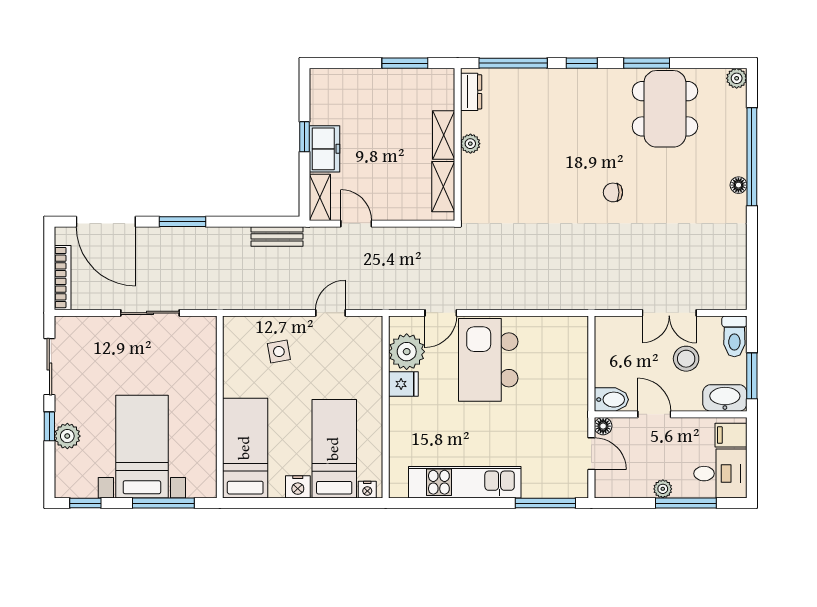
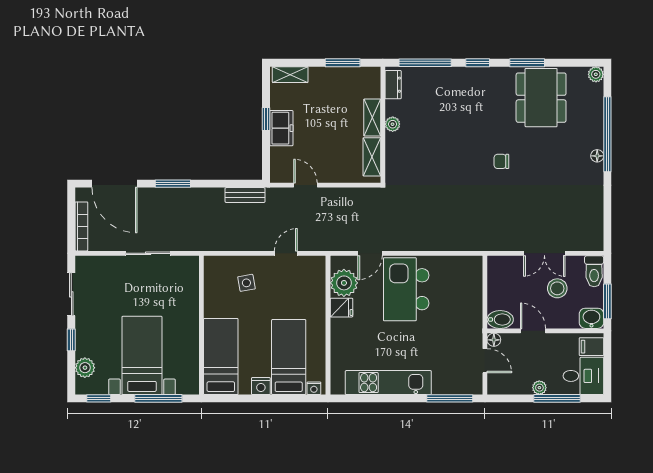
shelving: (320, 197) -> (290, 75), moved, turned 90
washbasin: (725, 398) -> (591, 318), width x0.72
plant: (67, 436) -> (85, 368), moved

